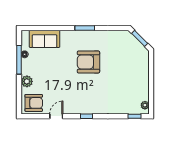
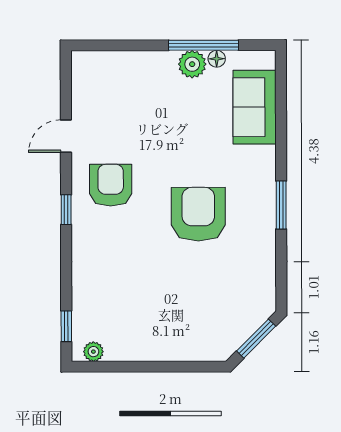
plant: (27, 81) -> (192, 64), moved
armchair: (34, 103) -> (111, 185), moved, turned 180
door: (56, 116) -> (66, 136), swing flipped

